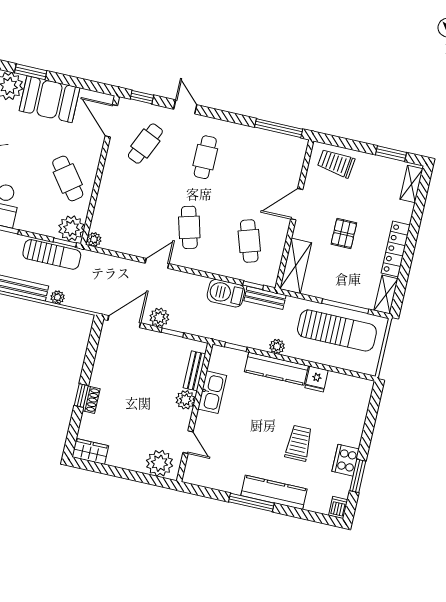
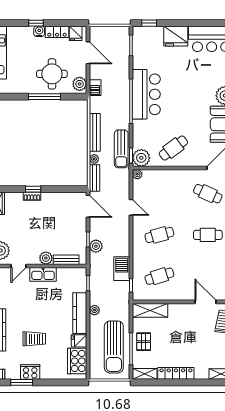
door: (297, 204) -> (206, 302), moved
pallet: (344, 234) -> (144, 342), moved, turned 90
door: (157, 263) -> (131, 207), moved
bench: (265, 298) -> (95, 178), moved
plant: (159, 317) -> (96, 246), moved
cooker: (345, 388) -> (77, 361), added
kitchen sink: (212, 392) -> (43, 274), moved

